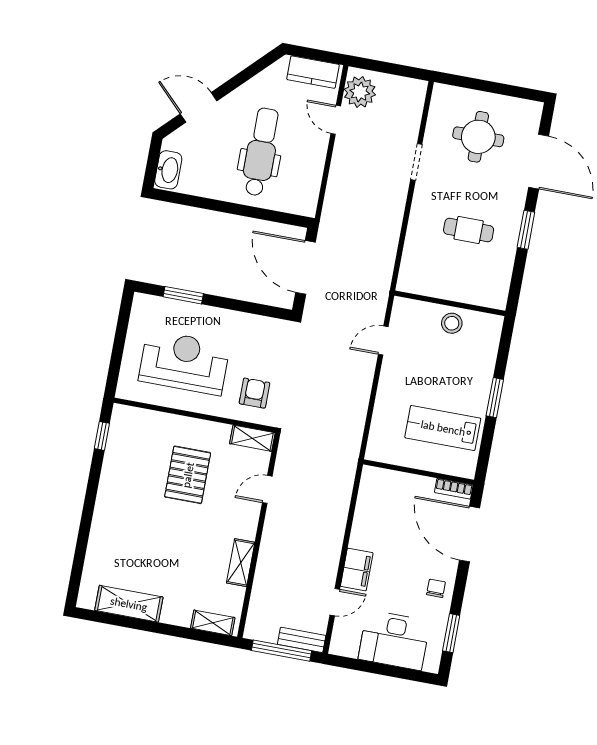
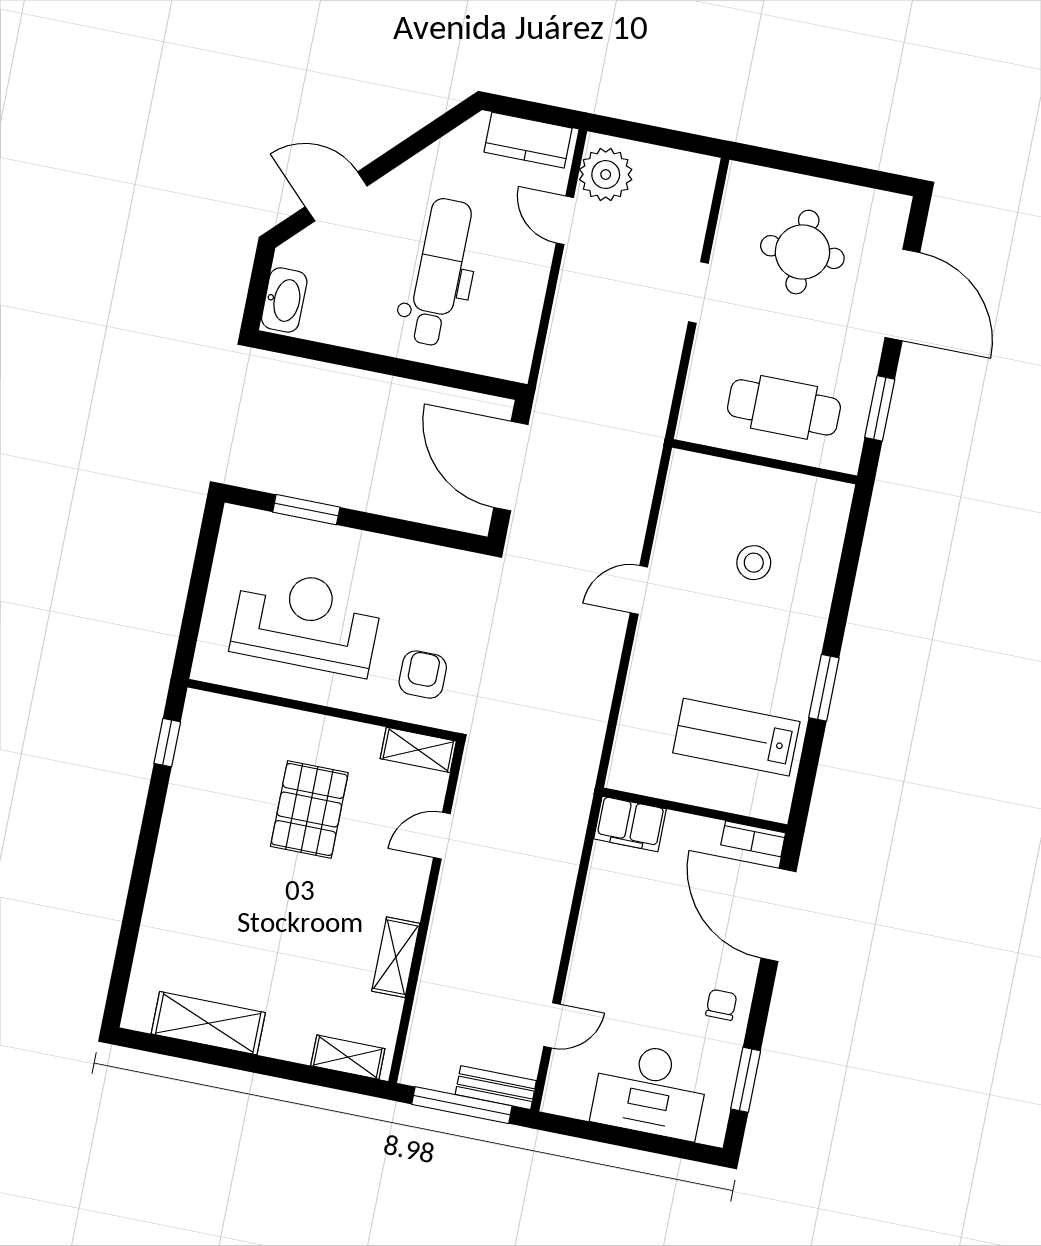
cafe table: (469, 230) -> (784, 407), width x1.37, depth x1.35
wall: (450, 303) -> (764, 462), moved
filing cabinet: (357, 570) -> (630, 824), moved, turned 90

